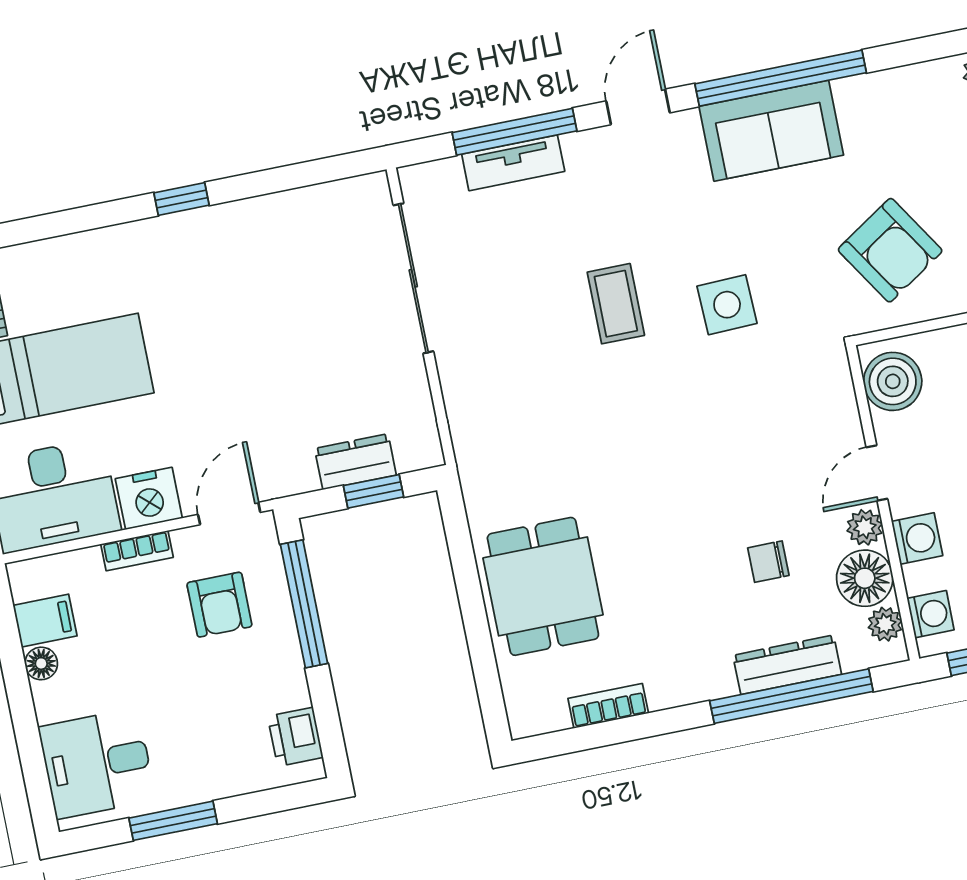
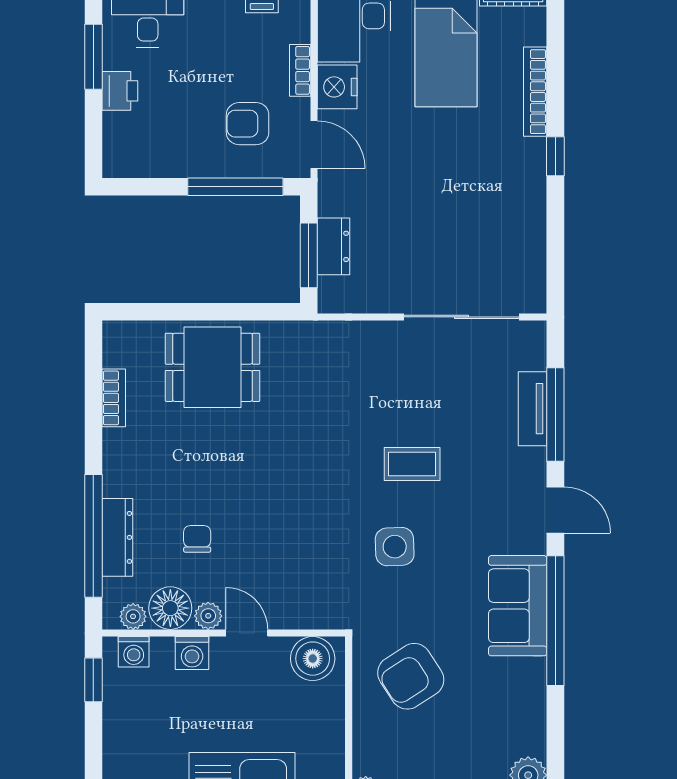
bookcase: (103, 242) -> (535, 92), added
window: (373, 491) -> (309, 255), width x1.50
printer: (295, 737) -> (120, 91), moved, turned 90

